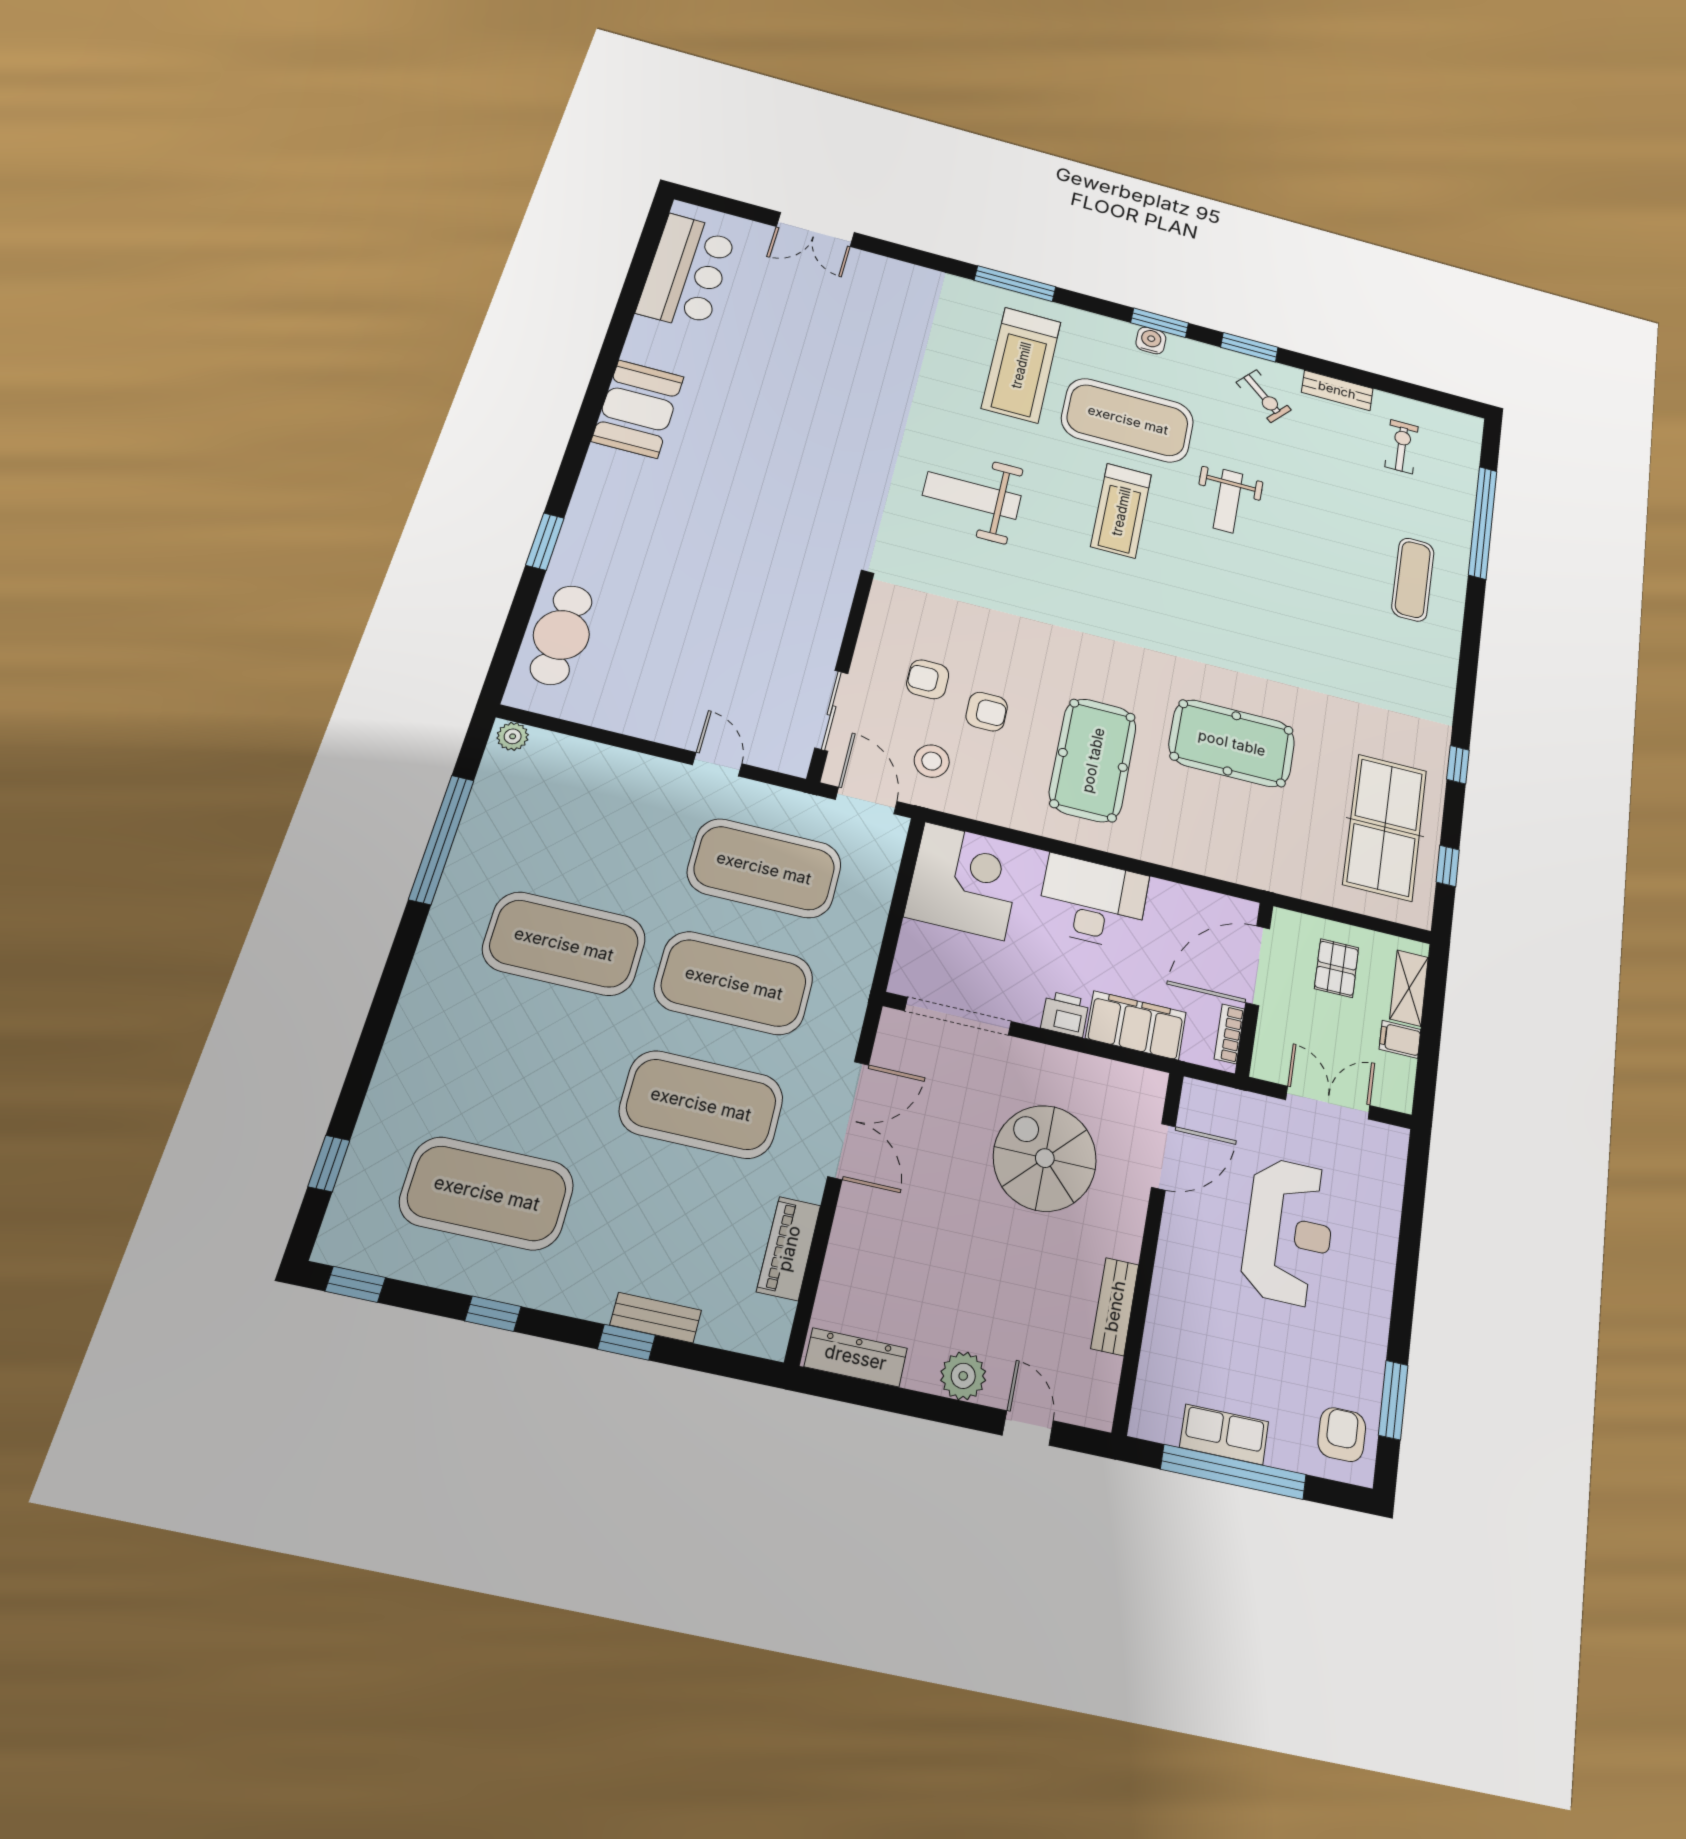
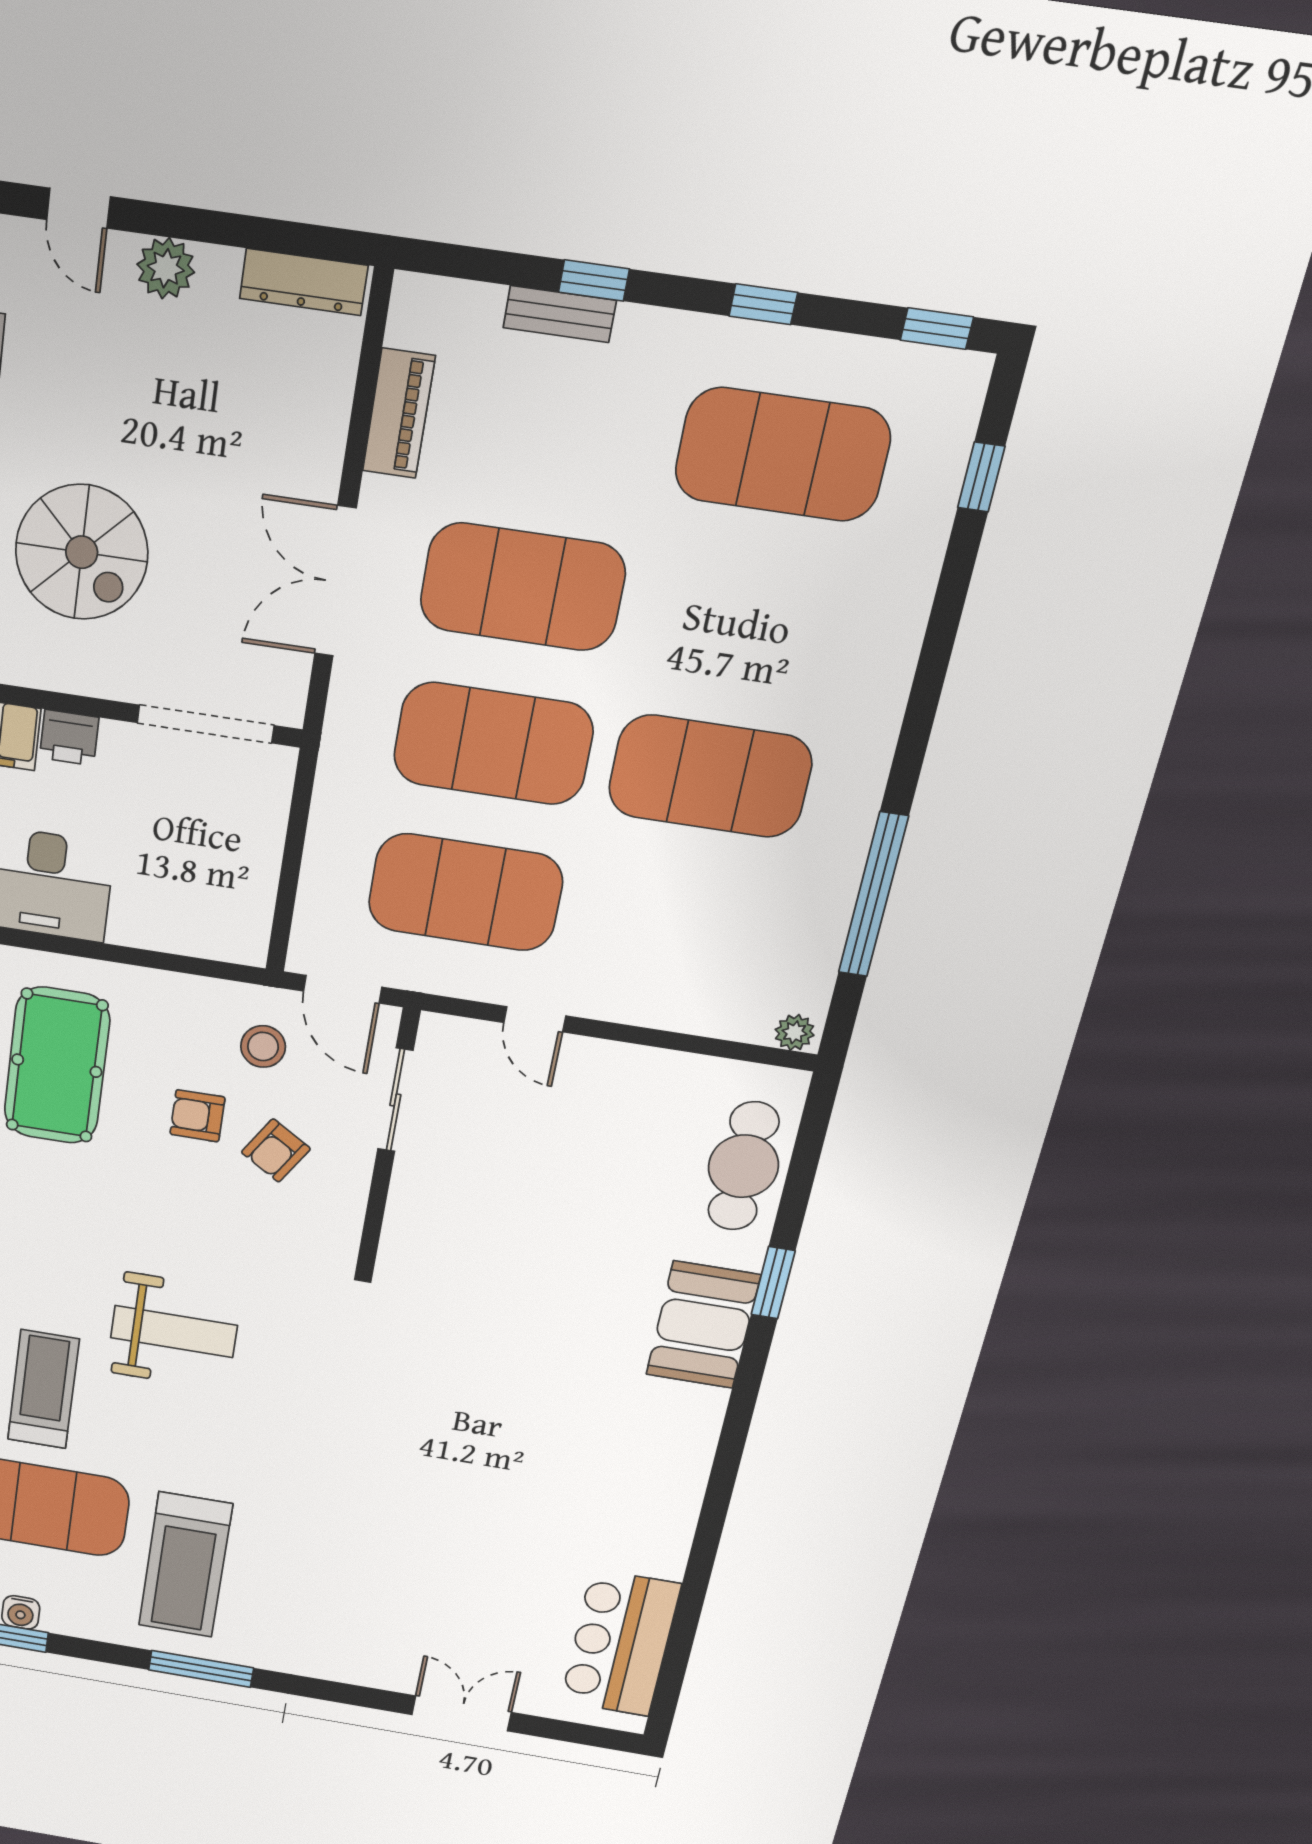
treadmill: (1021, 365) -> (185, 1565), turned 180
booth: (638, 409) -> (703, 1325), moved
weight bench: (972, 495) -> (174, 1332), moved
armchair: (928, 679) -> (276, 1151), turned 122
corner desk: (964, 881) -> (210, 897), removed

